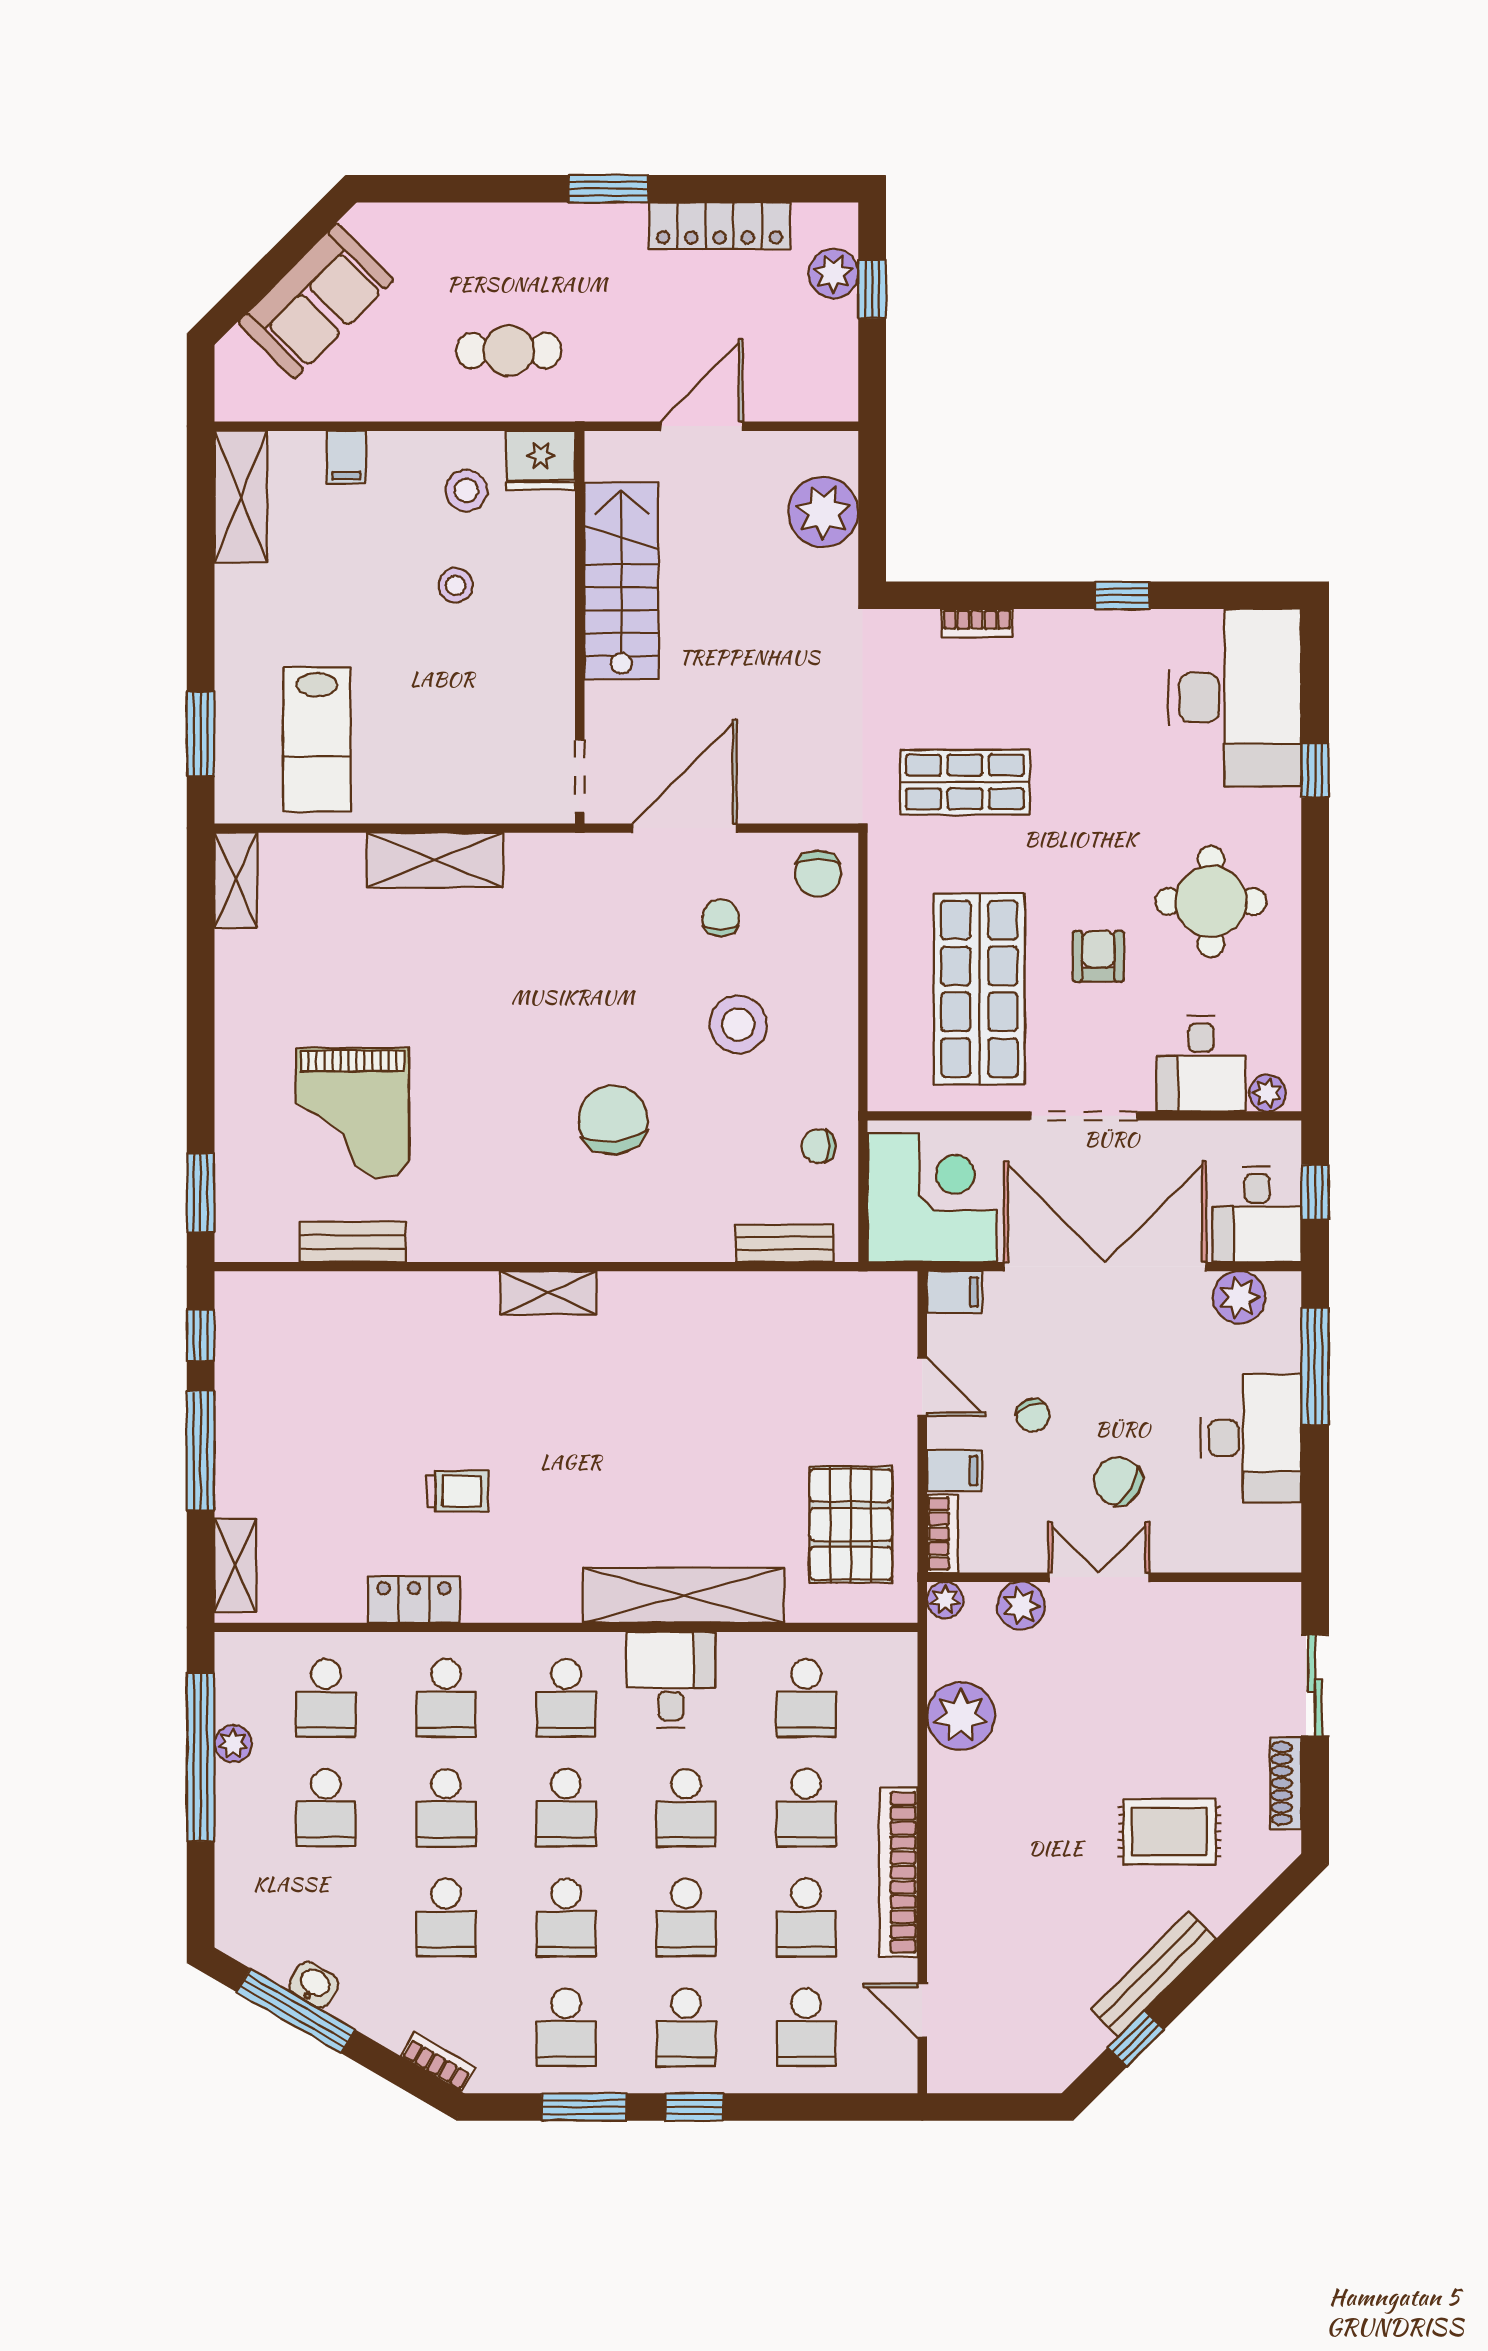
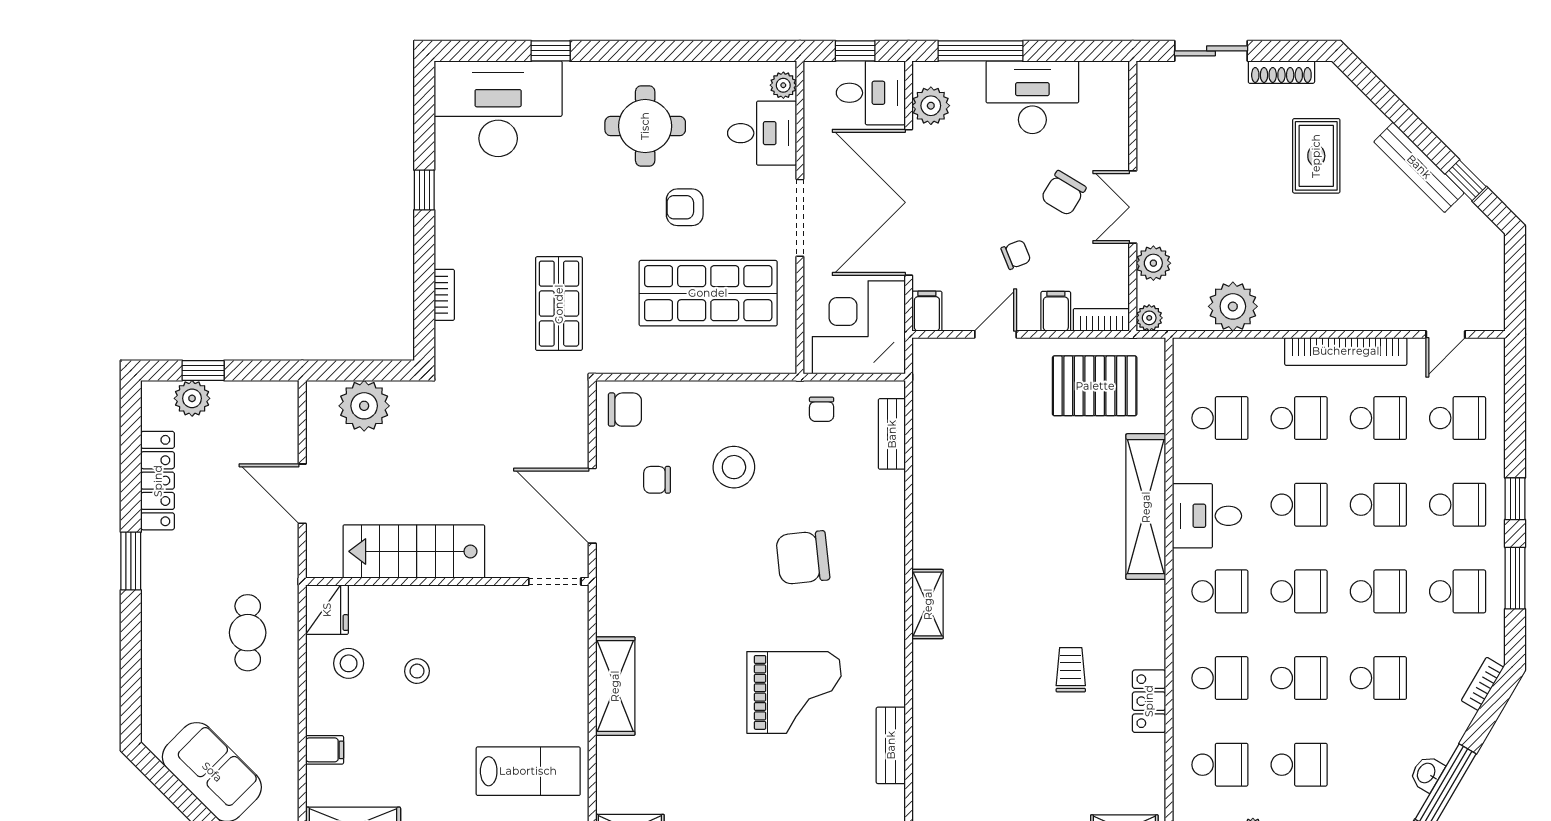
grand piano: (352, 1113) -> (794, 692), moved

